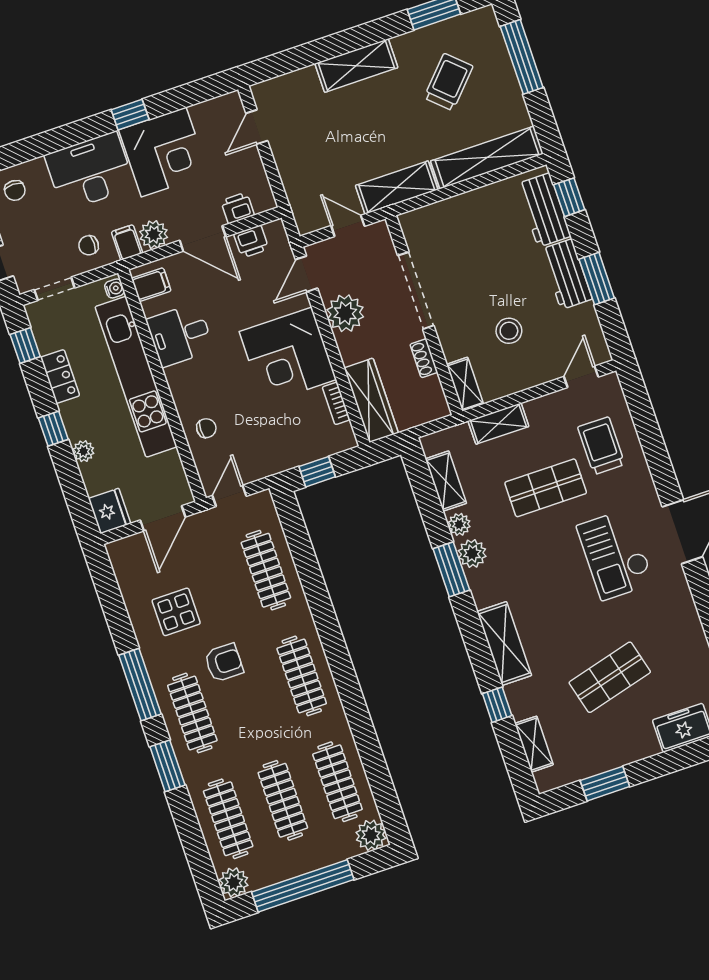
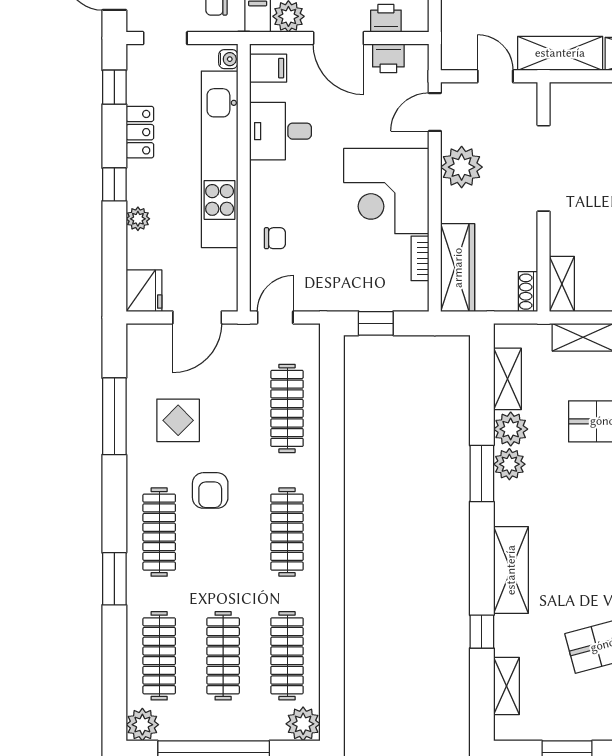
shoe rack: (424, 358) -> (528, 292), moved
plant: (459, 524) -> (511, 429), width x1.38, depth x1.38
armchair: (224, 663) -> (210, 490), turned 90
window: (140, 685) -> (114, 416), moved

